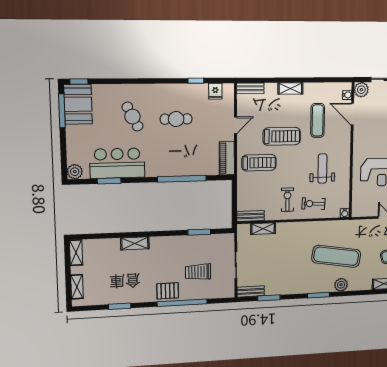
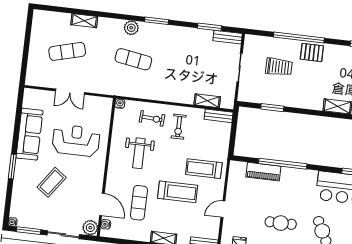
treadmill: (282, 136) -> (178, 192), turned 180
piano: (227, 158) -> (263, 172), moved, turned 90
exercise mat: (336, 256) -> (133, 59), width x0.73, depth x0.69

